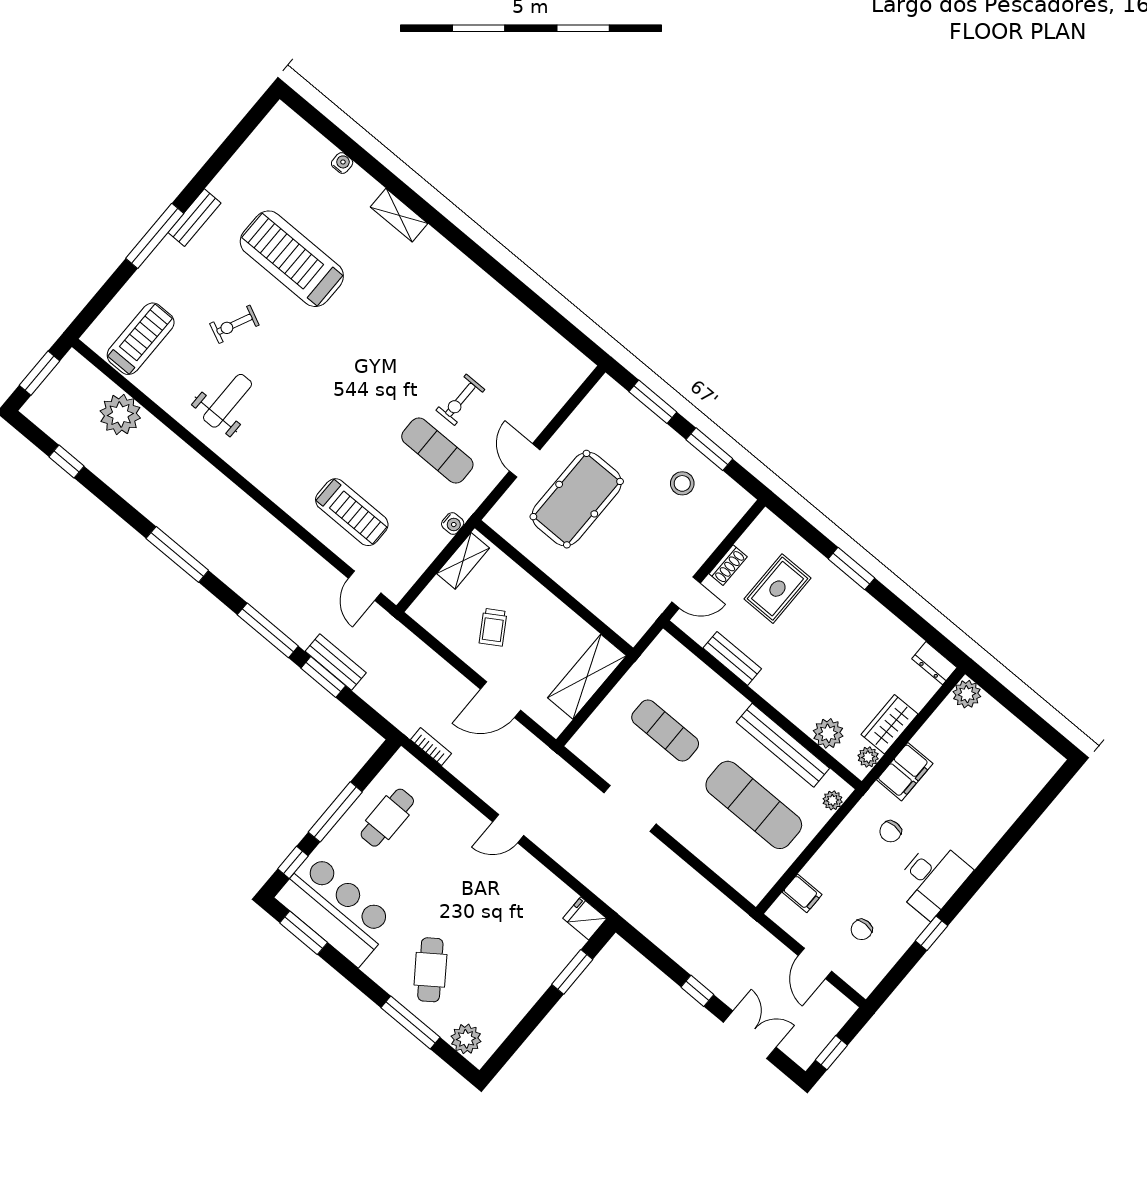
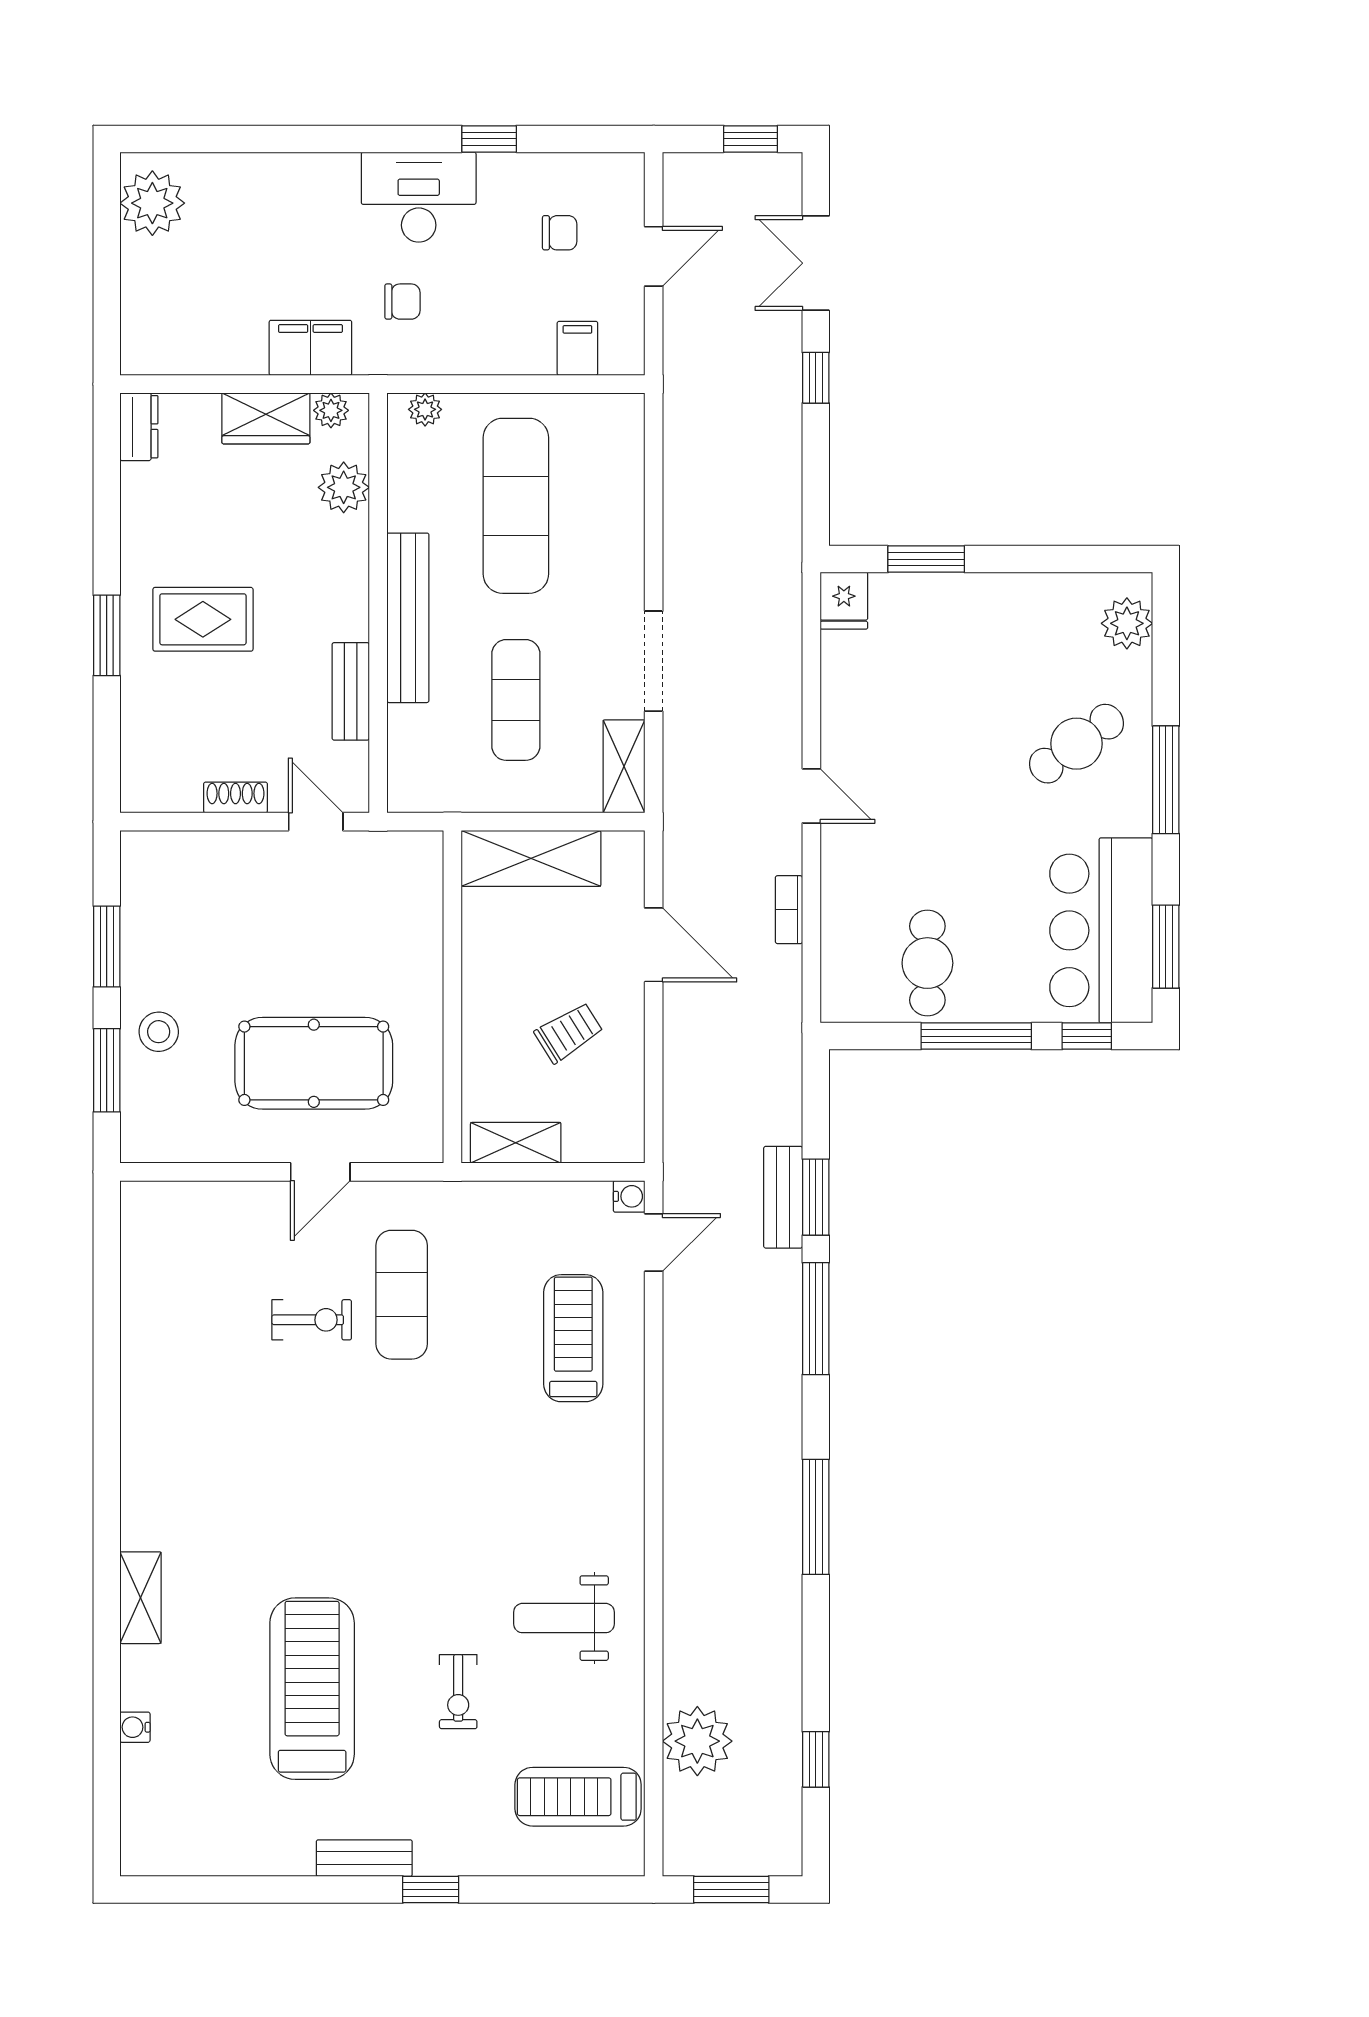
window: (155, 236) -> (431, 1890), width x0.46
treadmill: (292, 259) -> (312, 1689), turned 180
exercise bike: (234, 324) -> (458, 1692), turned 65
stool: (682, 483) -> (159, 1032), moved
water cooler: (453, 524) -> (629, 1196), moved, turned 90
rug: (777, 589) -> (203, 619), moved
plant: (967, 694) -> (152, 203), moved, width x1.36, depth x1.36
bench: (783, 745) -> (408, 618), moved
bookcase: (431, 747) -> (789, 910), moved
shelving: (593, 754) -> (624, 766), added
cafe table: (387, 818) -> (927, 963), turned 90
window: (410, 1022) -> (1166, 780), moved

